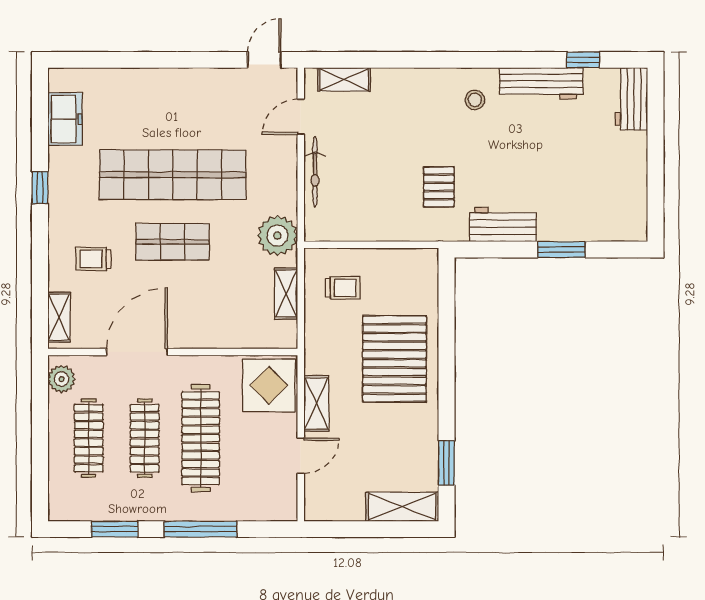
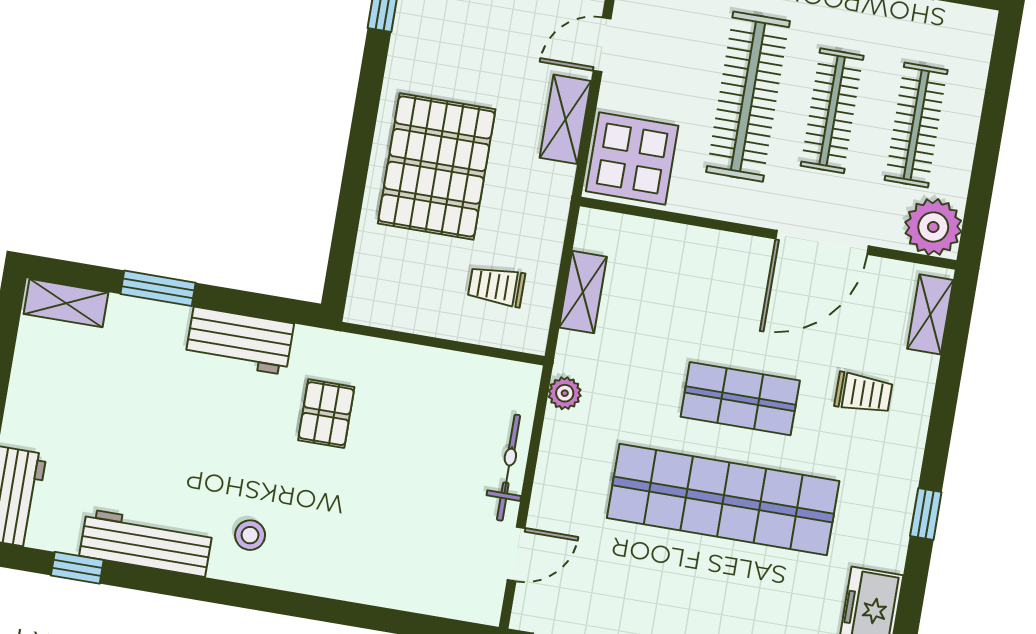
shelving: (344, 79) -> (66, 303), moved
plant: (277, 236) -> (565, 393), width x0.53, depth x0.53
plant: (61, 379) -> (933, 227), width x1.36, depth x1.36

